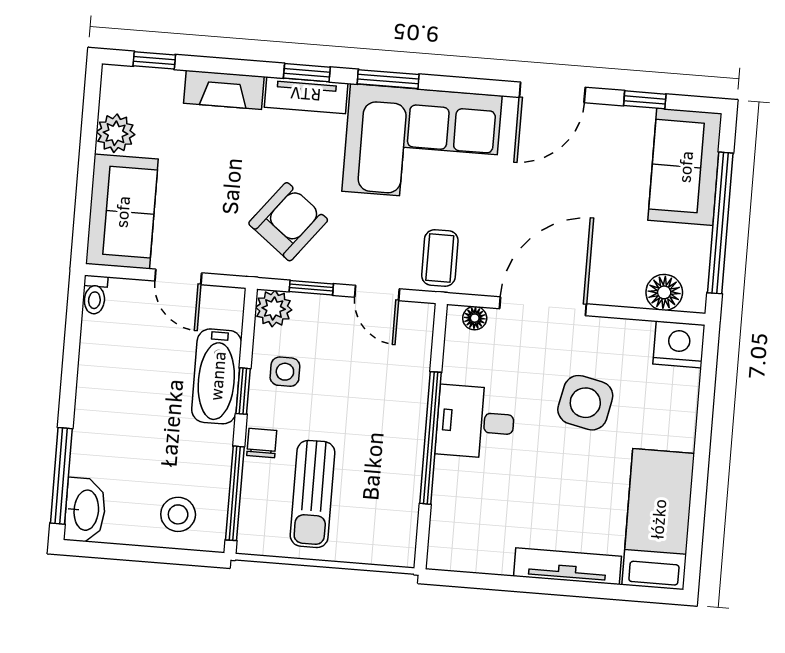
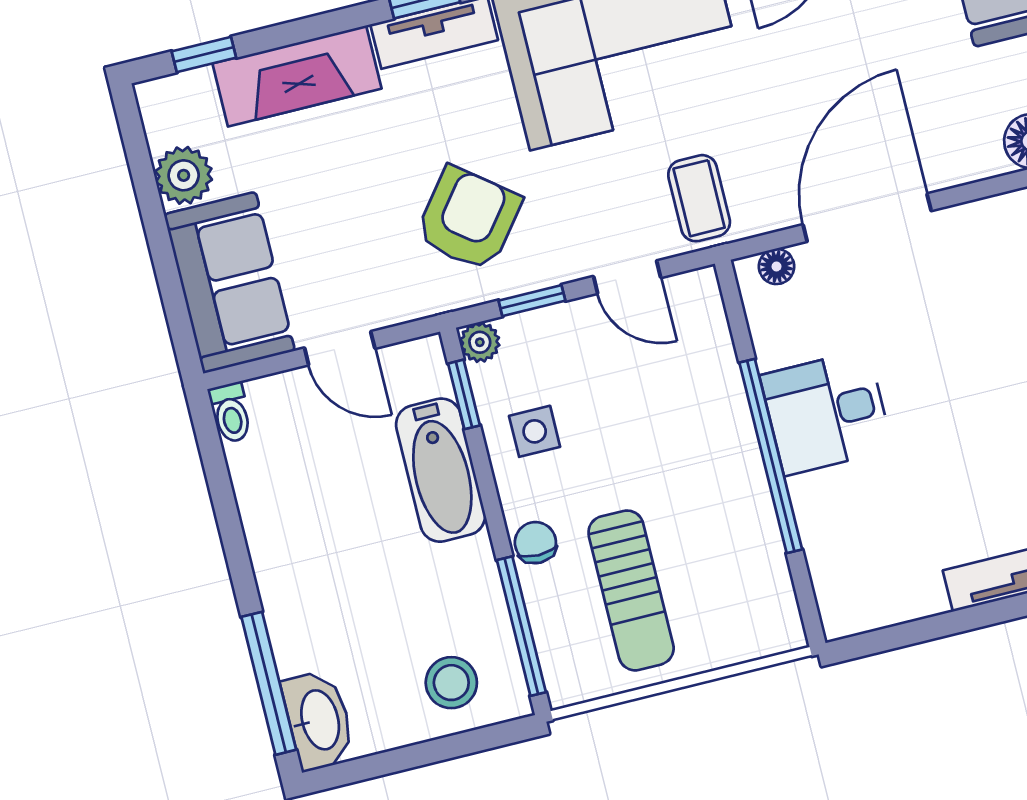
fireplace: (224, 90) -> (297, 76), width x1.37, depth x1.32
plant: (274, 308) -> (480, 342), width x0.73, depth x0.73
window: (243, 391) -> (464, 394), moved
side table: (585, 403) -> (972, 333), removed

